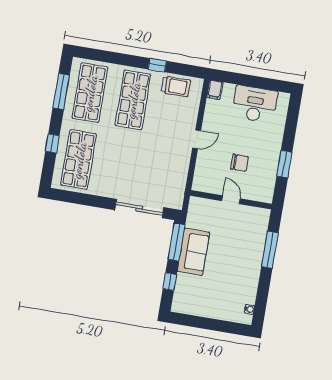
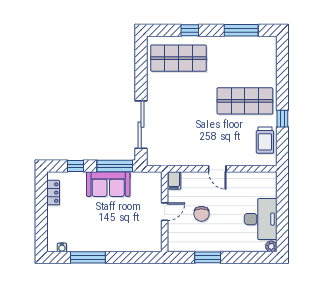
filing cabinet: (215, 90) -> (174, 180), moved, turned -90
shop shelf: (90, 93) -> (245, 58), removed
plant: (284, 98) -> (271, 246), added
window: (270, 250) -> (88, 257), moved
locker: (193, 309) -> (53, 193), added

